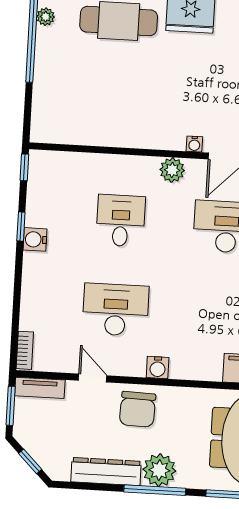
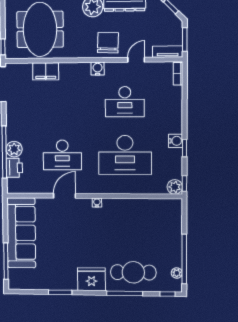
water cooler: (194, 144) -> (97, 203), moved
plant: (172, 170) -> (175, 187), moved
desk: (121, 221) -> (125, 155), width x1.87, depth x1.30
door: (93, 378) -> (136, 60), swing flipped

